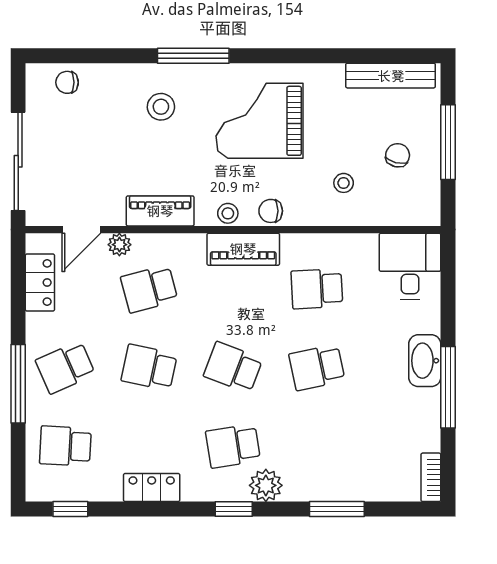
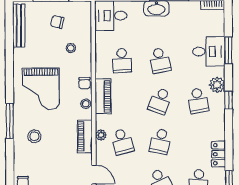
plant: (119, 245) -> (101, 135), moved
desk: (335, 468) -> (209, 51), added
locker: (152, 488) -> (218, 154), moved

